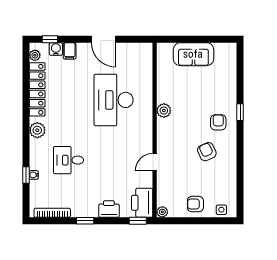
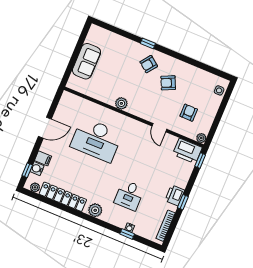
armchair: (218, 122) -> (149, 64), turned -53
armchair: (195, 204) -> (189, 113), moved, turned 180
printer: (109, 209) -> (175, 195), moved

